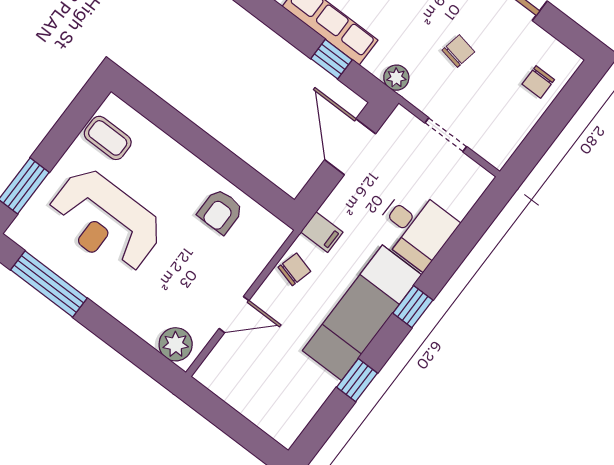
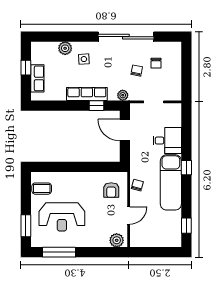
chair: (538, 82) -> (156, 63), moved
armchair: (220, 211) -> (111, 190), moved
filing cabinet: (322, 232) -> (137, 166), removed
window: (357, 380) -> (186, 226), moved

